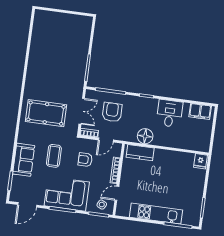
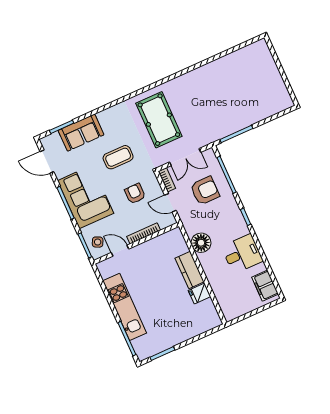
kitchen counter: (140, 153) -> (190, 270), moved
sofa: (24, 160) -> (81, 133), moved
fridge: (200, 161) -> (200, 294), moved

